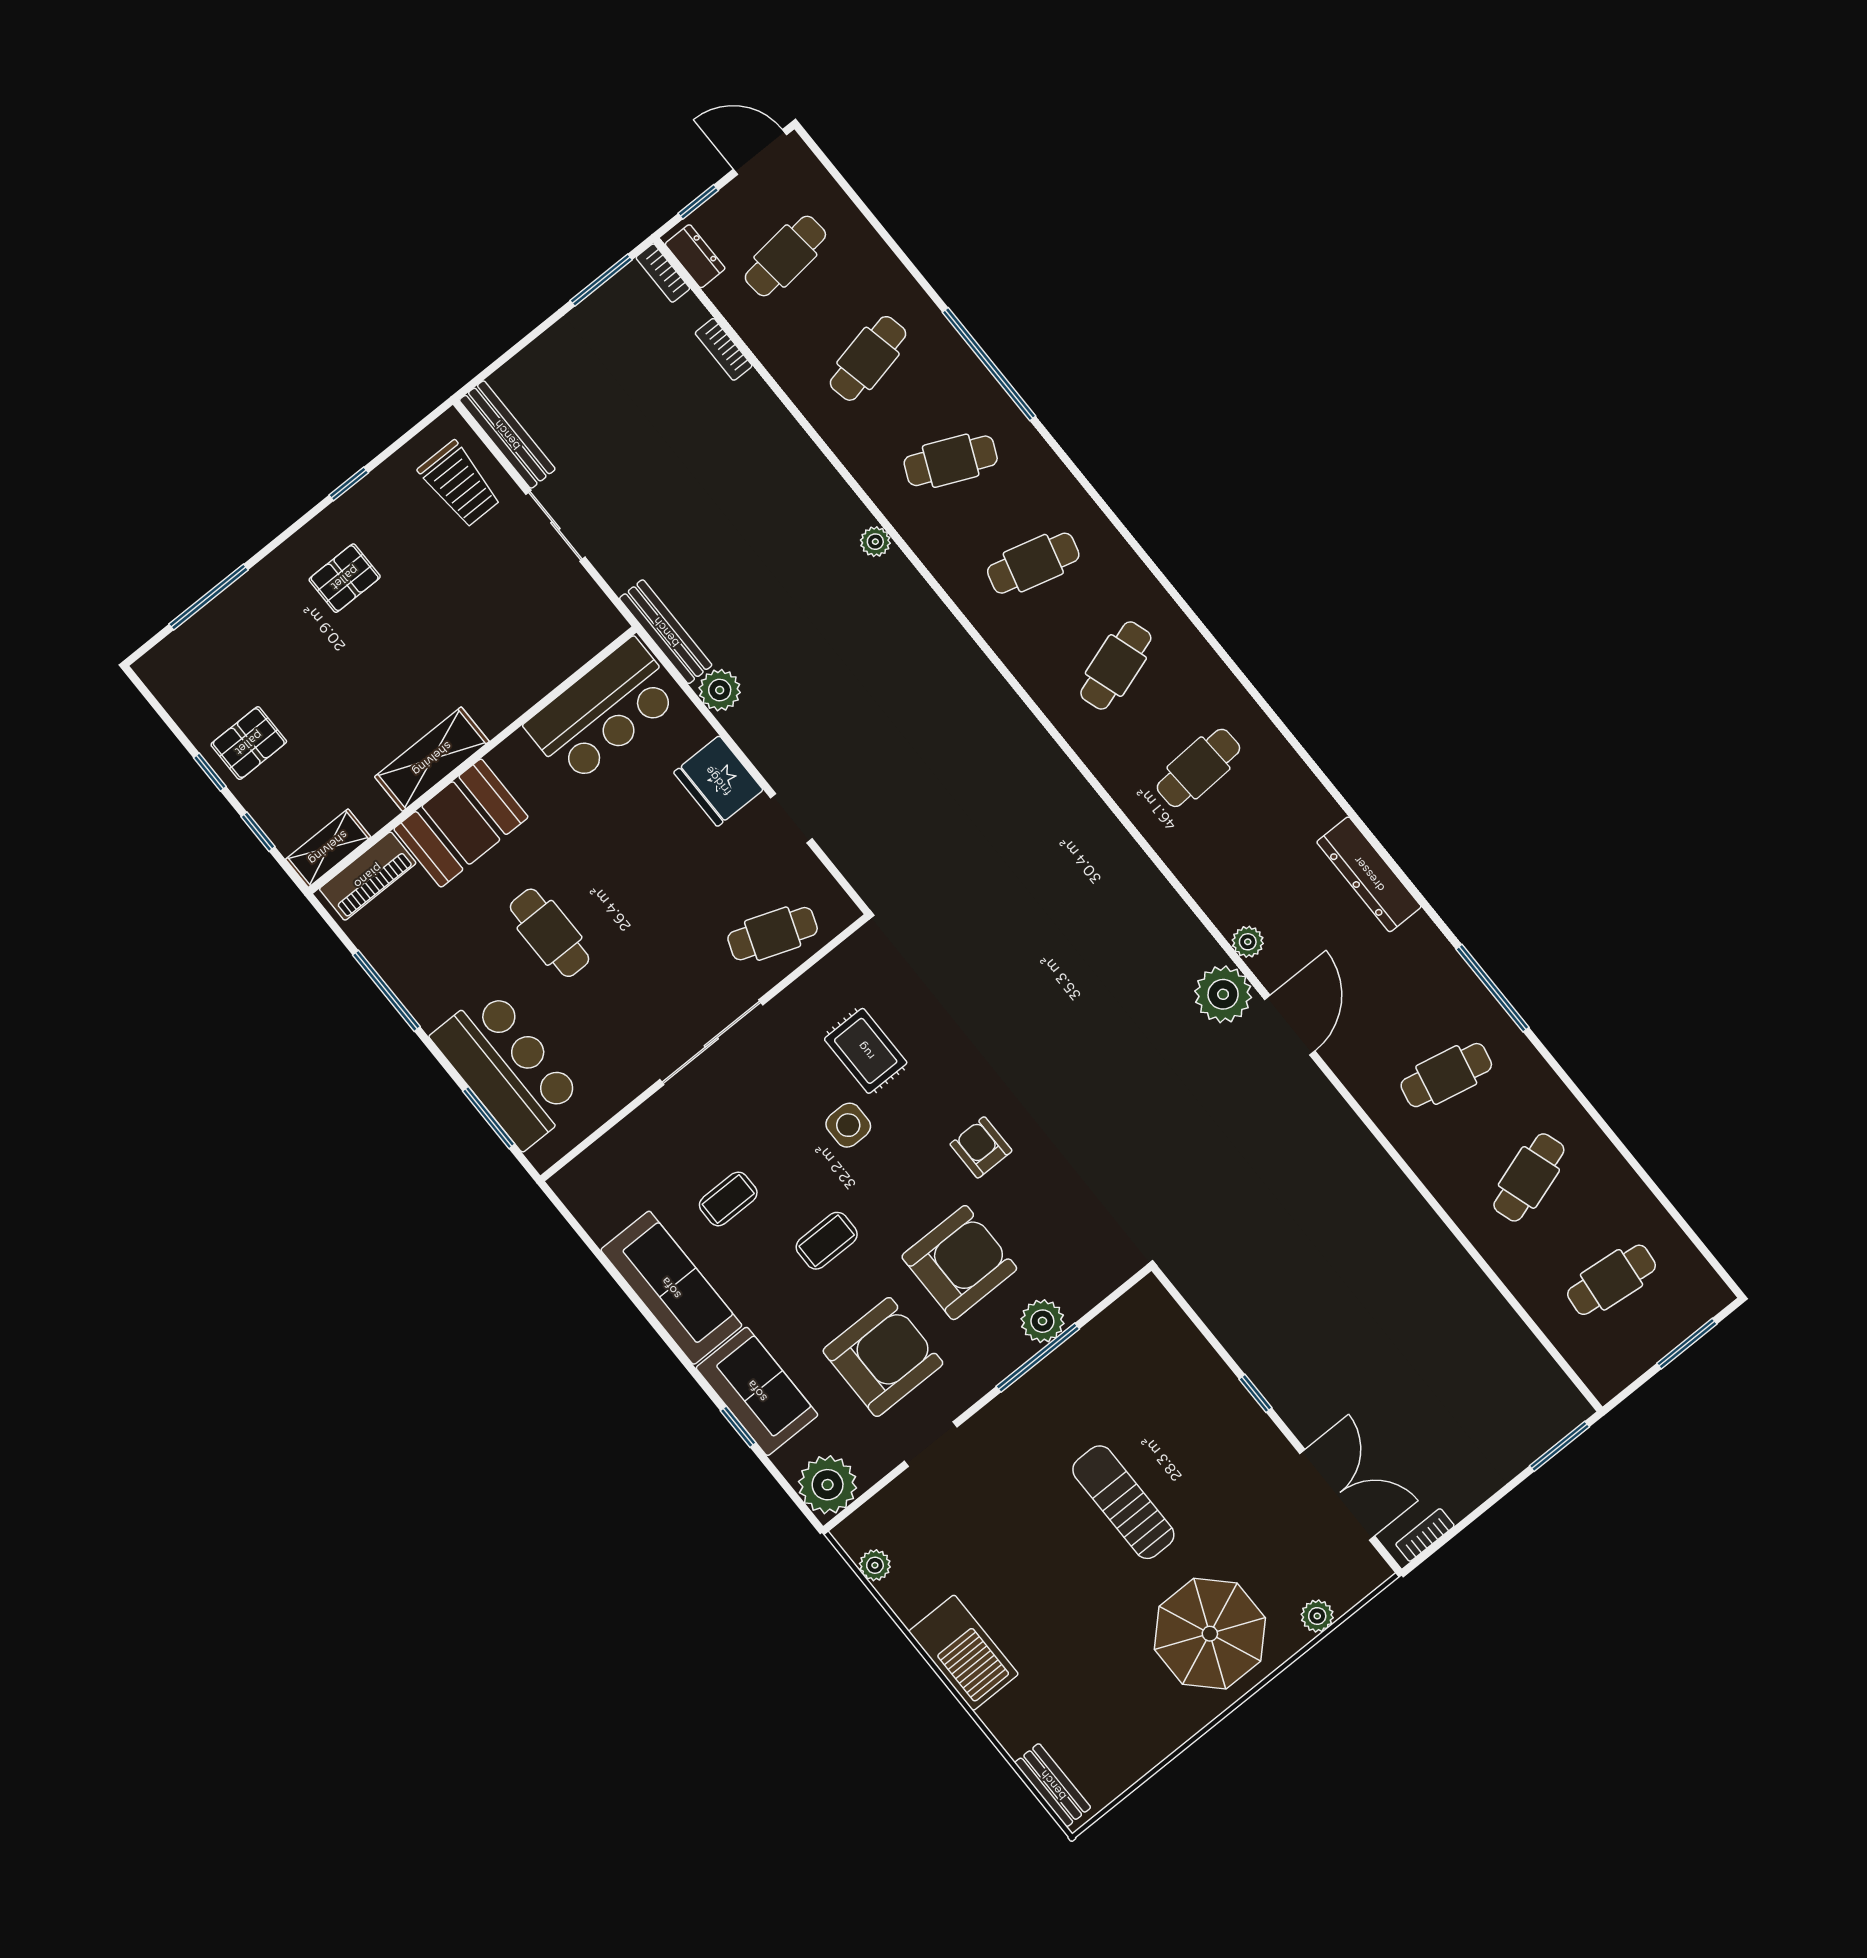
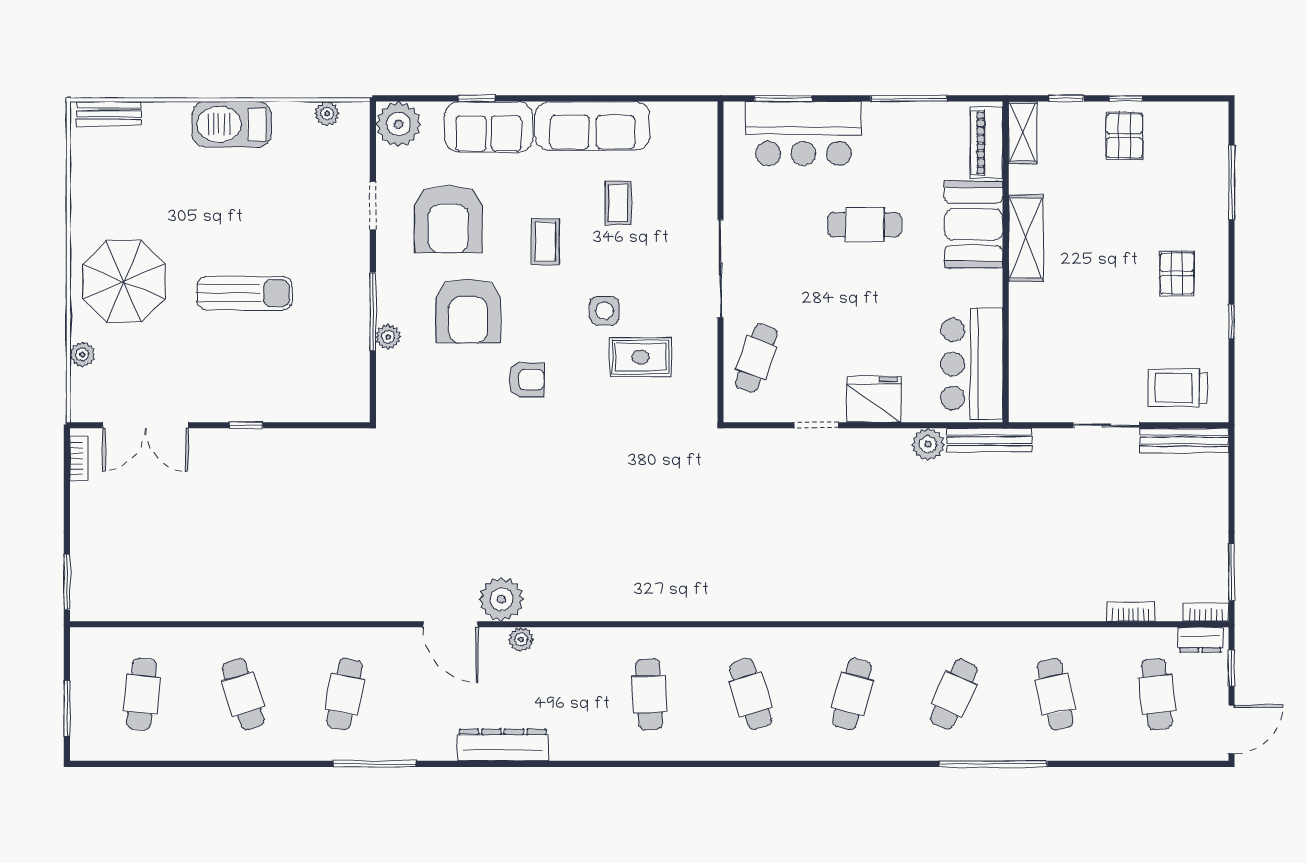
plant: (875, 542) -> (942, 610), removed
plant: (1042, 1321) -> (388, 337), width x0.73, depth x0.73

